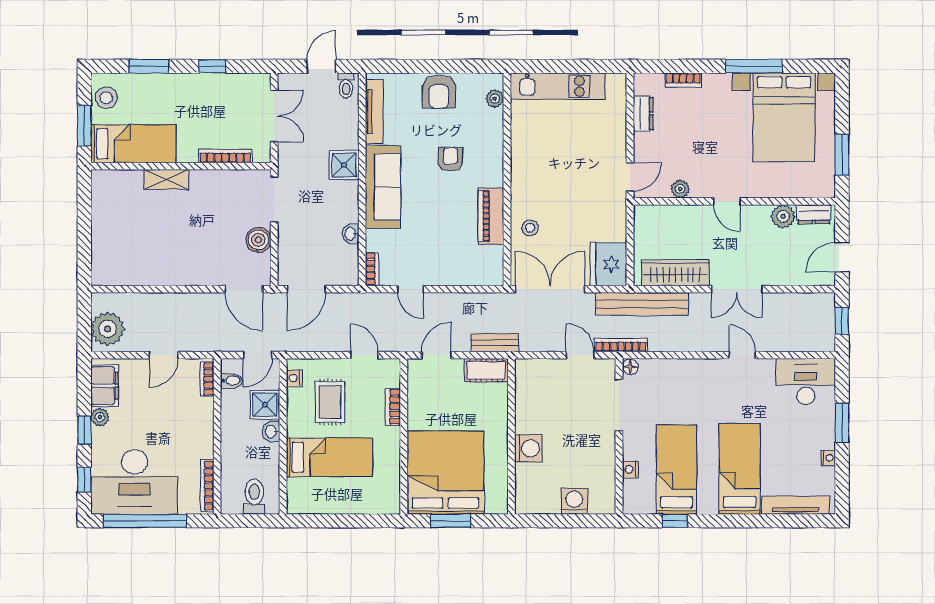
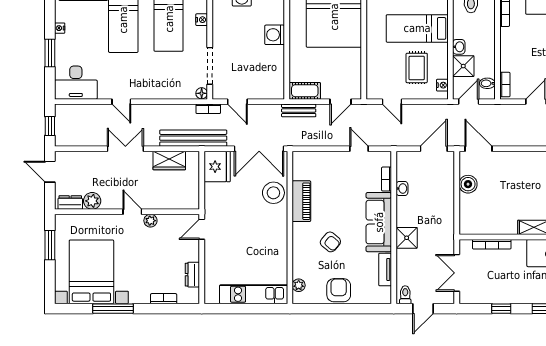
tv unit: (374, 111) -> (385, 269), width x0.71
armchair: (450, 159) -> (330, 242), turned -50
plant: (680, 189) -> (150, 221), moved
doorway: (274, 199) -> (457, 213), removed
stool: (530, 228) -> (273, 193), width x1.89, depth x1.89
door: (842, 257) -> (50, 172), swing flipped
bookcase: (372, 269) -> (387, 179), moved
wardrobe: (675, 273) -> (169, 161), width x0.67
bookcase: (621, 345) -> (208, 109), width x0.64
bookcase: (393, 407) -> (372, 65), removed

